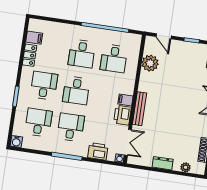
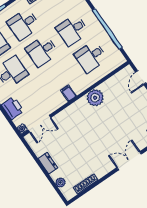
plant: (150, 63) -> (95, 98), moved
desk: (44, 86) -> (24, 24), turned 180
bench: (139, 109) -> (72, 109), removed
printer: (122, 115) -> (56, 101), removed

